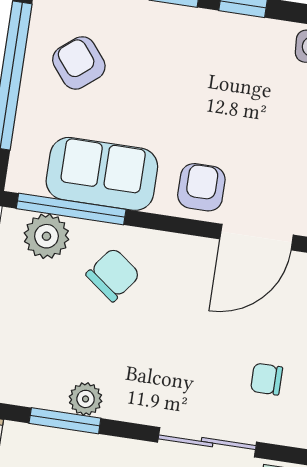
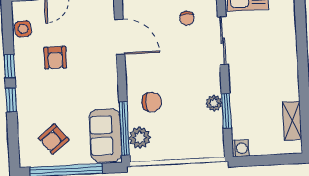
sofa: (102, 174) -> (105, 135), moved
armchair: (201, 187) -> (55, 58), moved, turned -90
chair: (113, 275) -> (152, 102), turned 143

